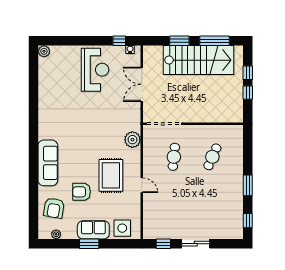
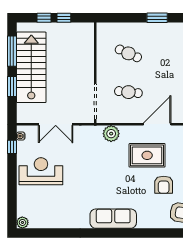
sofa: (48, 163) -> (113, 219), moved
door: (142, 185) -> (157, 124), width x1.87

